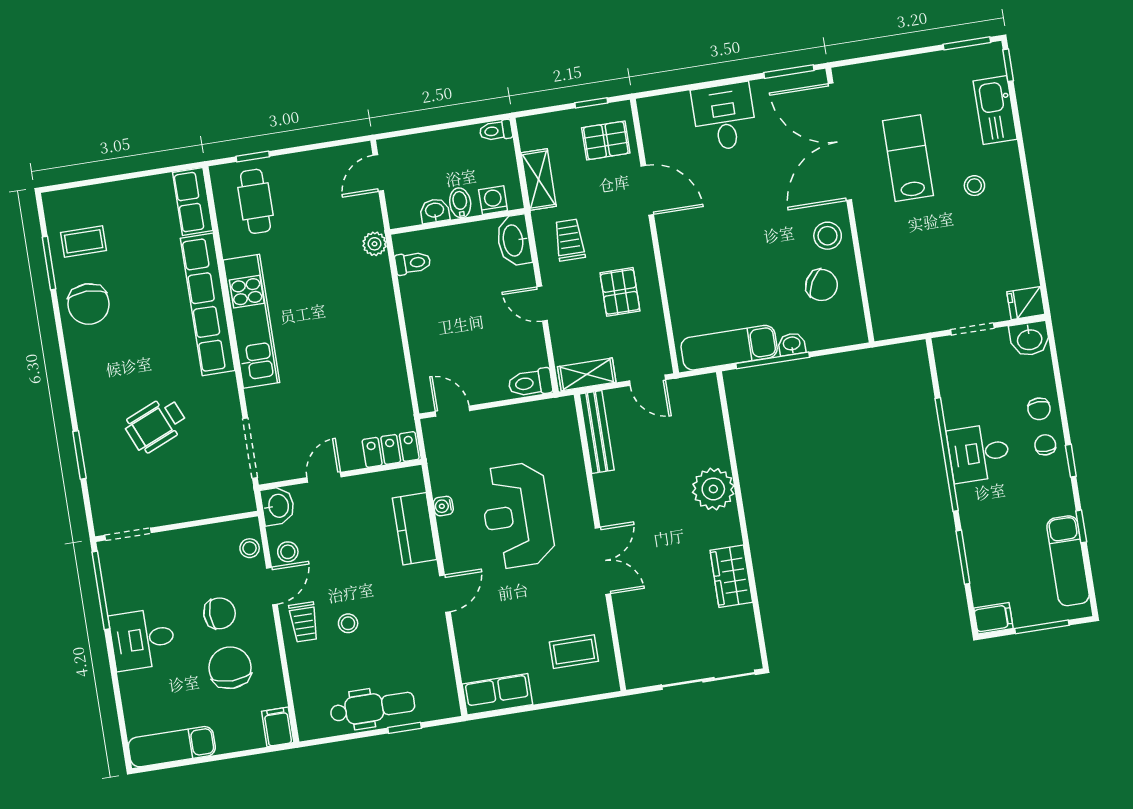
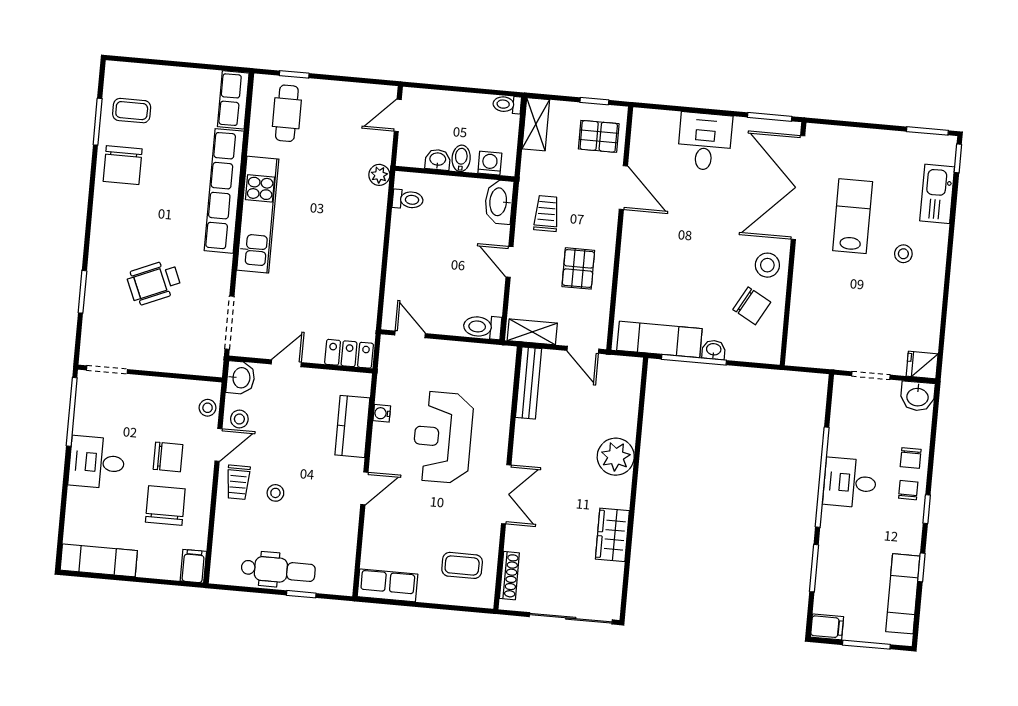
shelving: (539, 180) -> (536, 124), moved
shoe rack: (629, 650) -> (509, 576), added

